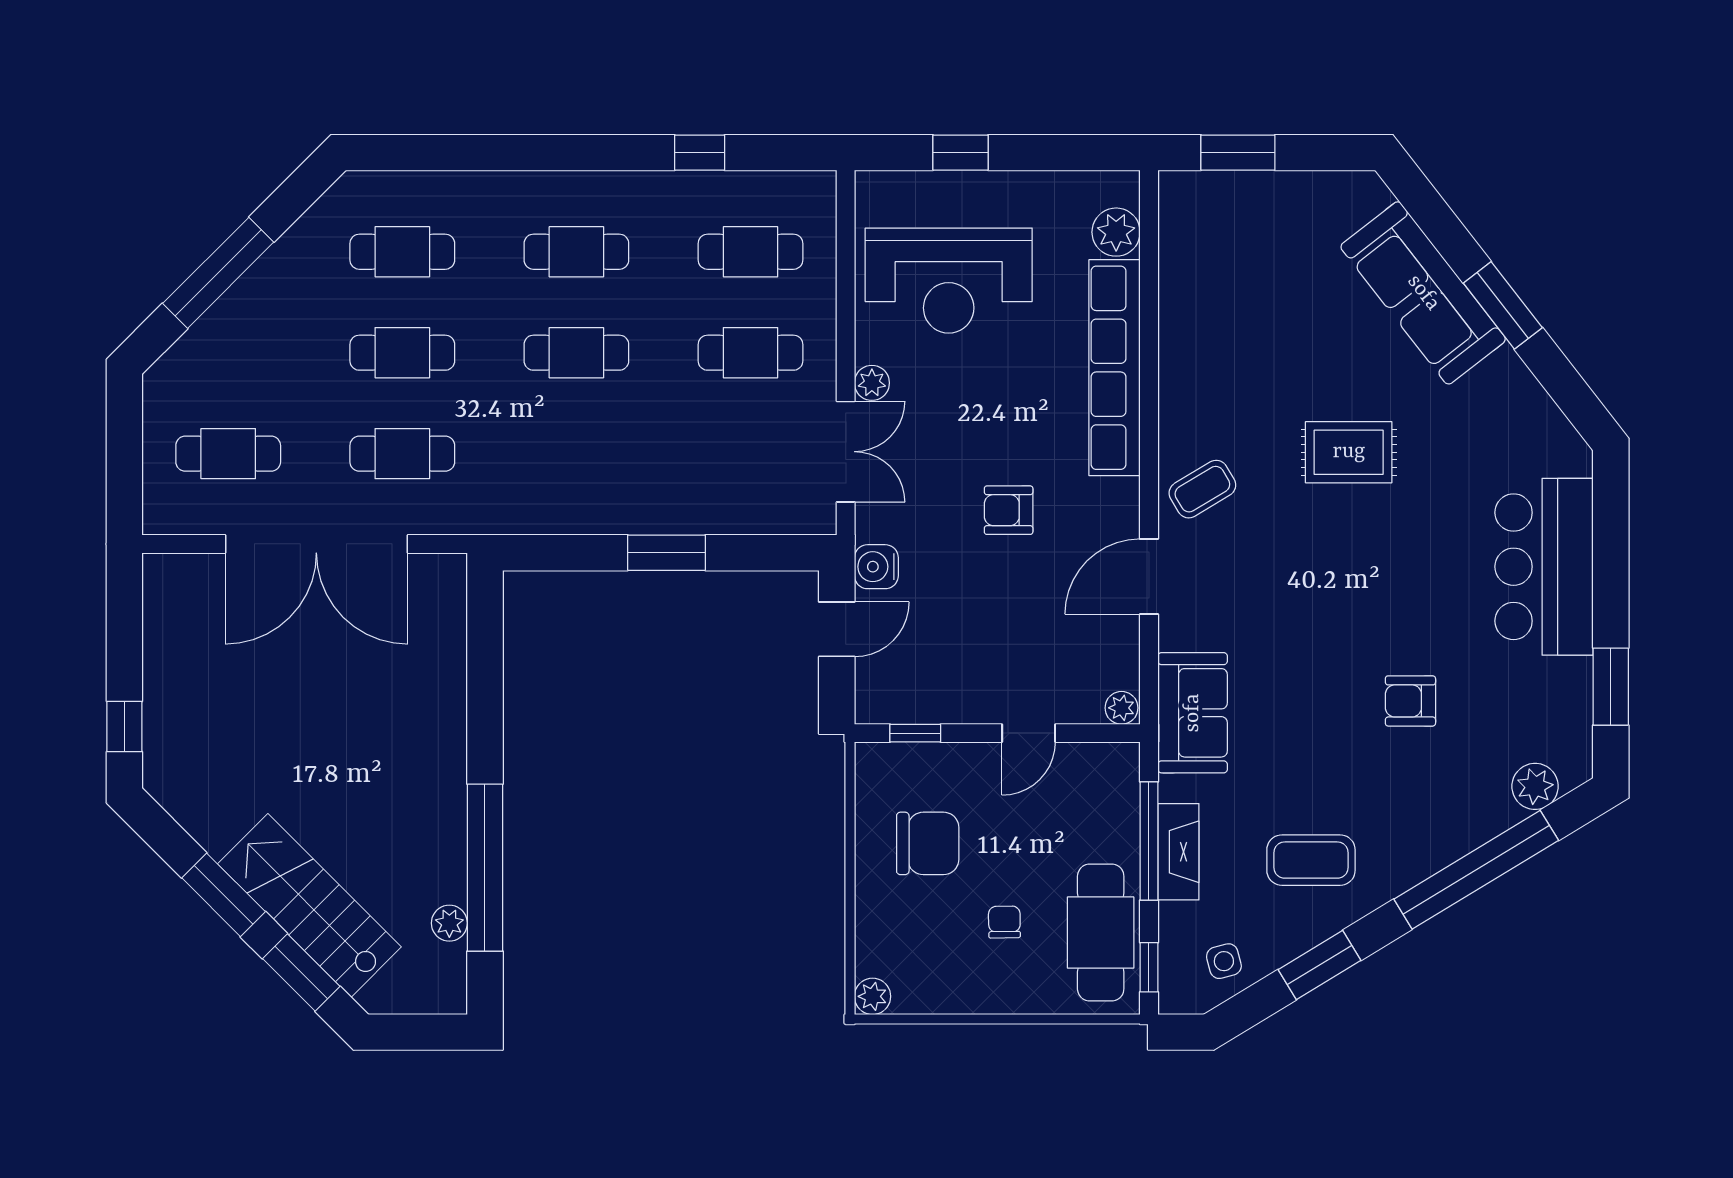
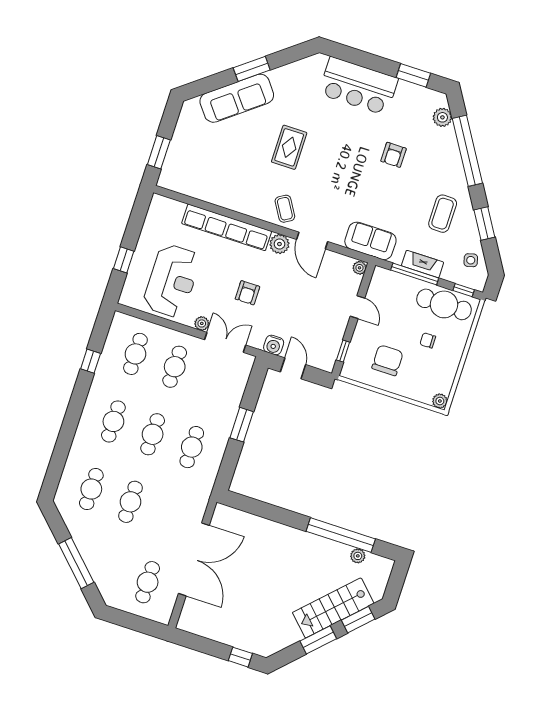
plant: (1116, 232) -> (279, 244), moved
cafe table: (402, 454) -> (192, 447), moved
armchair: (1009, 510) -> (247, 293), moved

